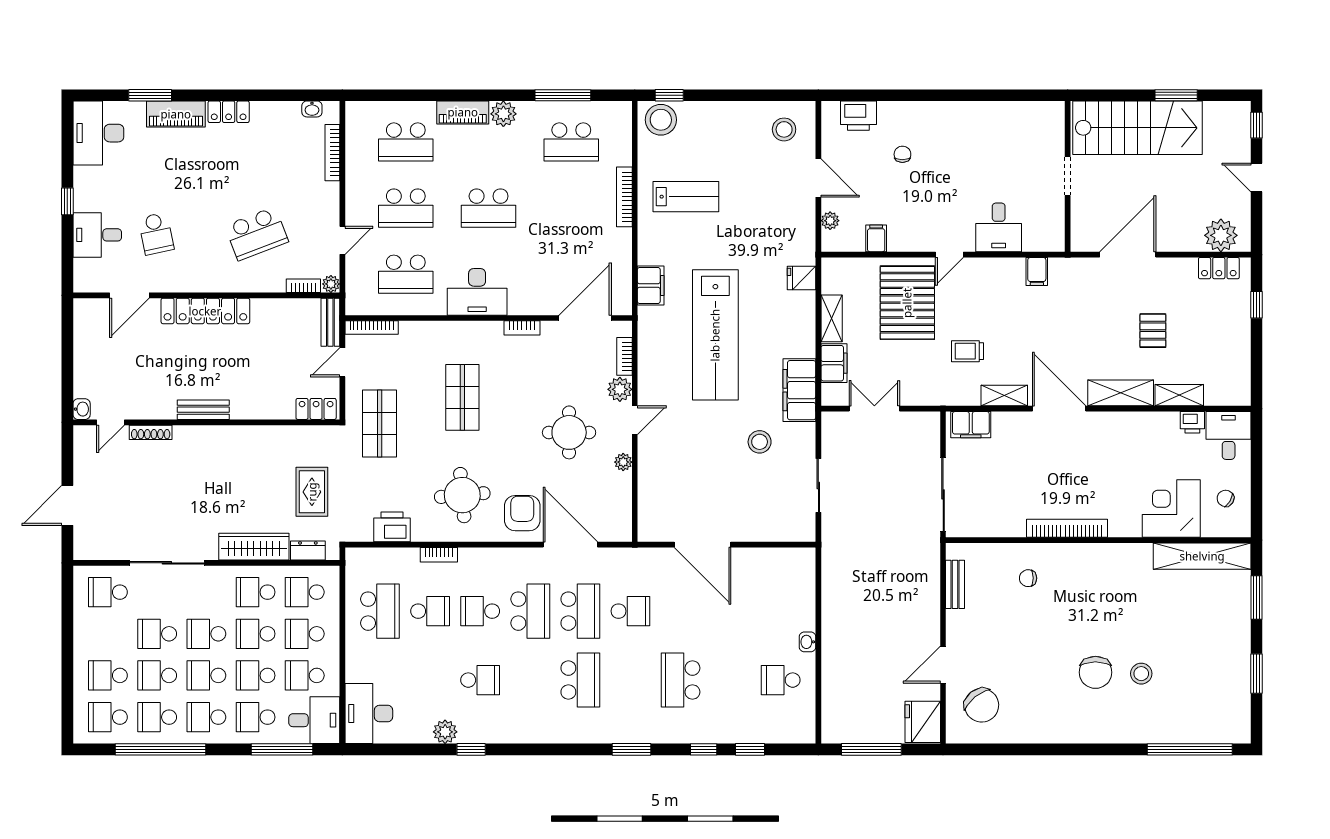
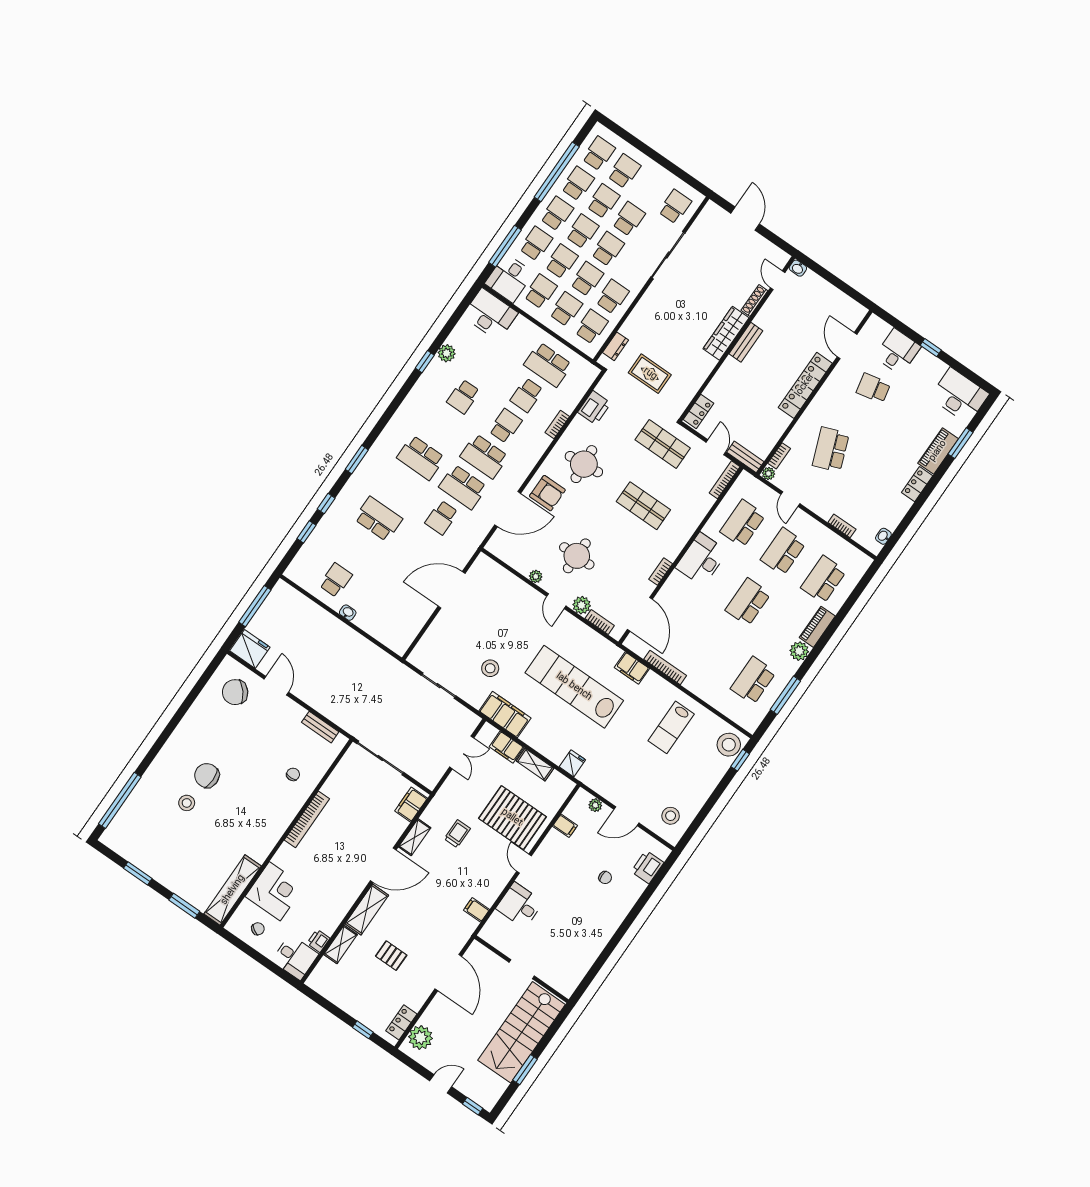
bookcase: (332, 153) -> (842, 526), width x0.64
bookcase: (624, 197) -> (665, 667), moved
wardrobe: (254, 547) -> (726, 333), moved, turned 180

